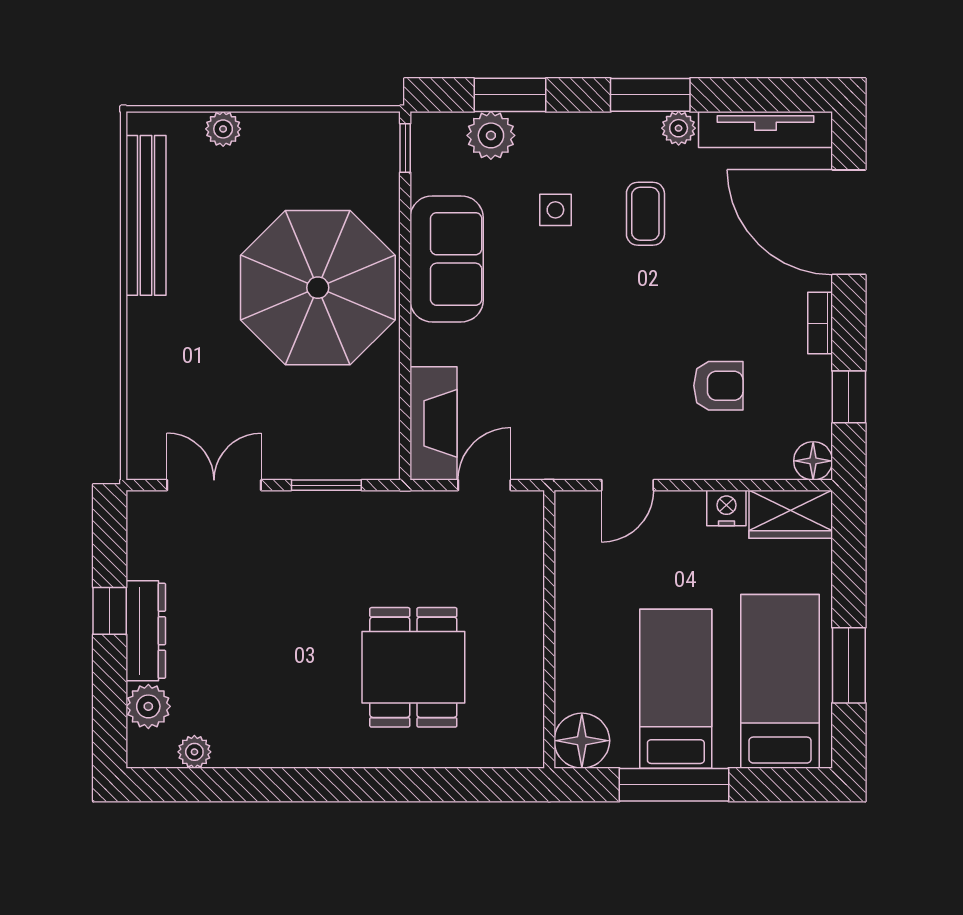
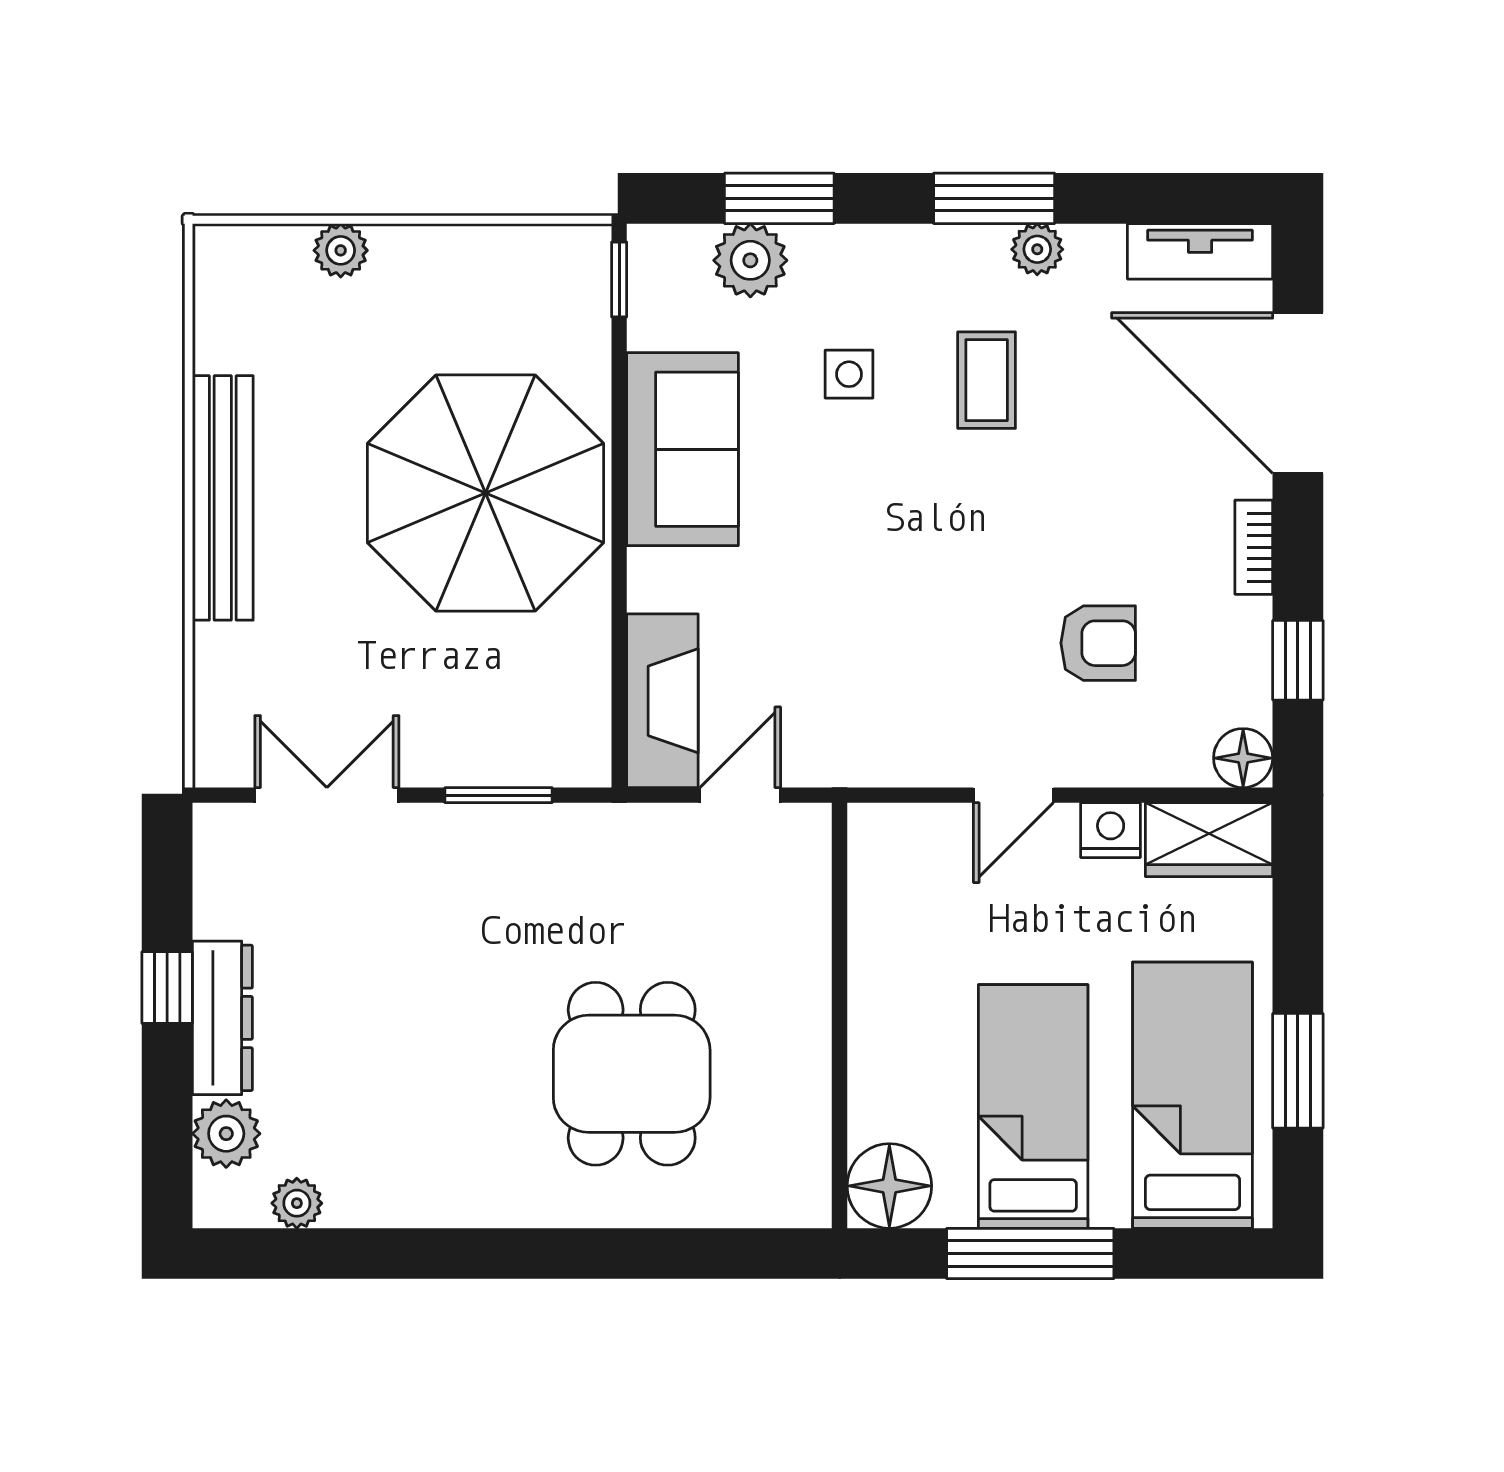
tv unit: (766, 130) -> (1200, 251), width x0.71
bench: (146, 215) -> (223, 498), moved
door: (628, 485) -> (1013, 795), moved

